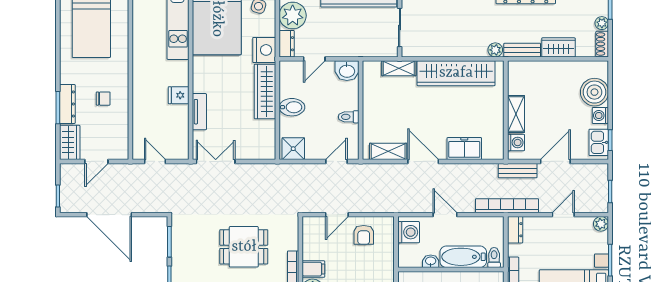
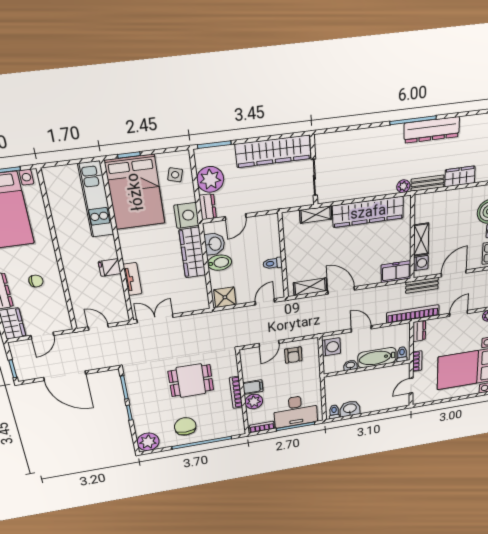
washbasin: (347, 71) -> (215, 244), moved, turned -90
freezer: (464, 149) -> (396, 272), moved

